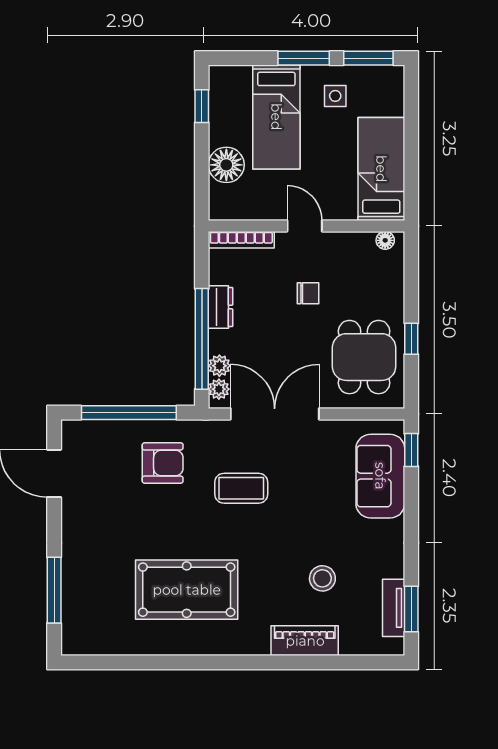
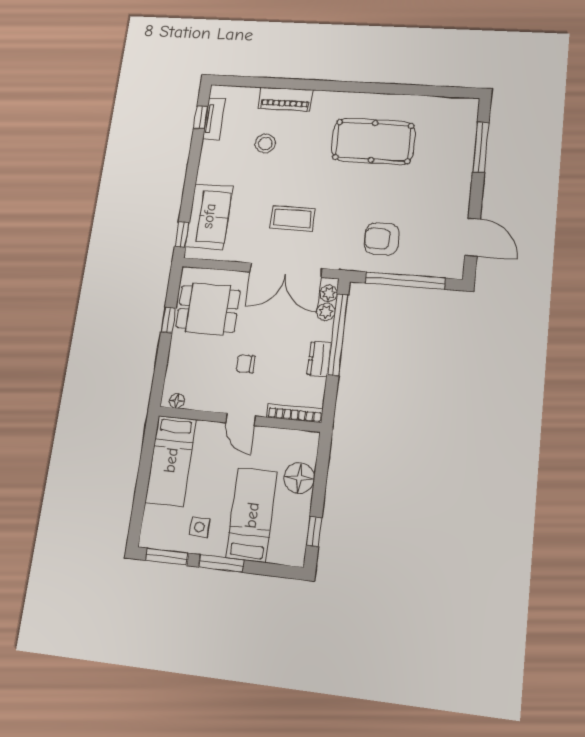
dining table: (364, 357) -> (208, 309), turned 90
coffee table: (241, 488) -> (292, 218), moved
window: (411, 609) -> (201, 117), width x0.67

